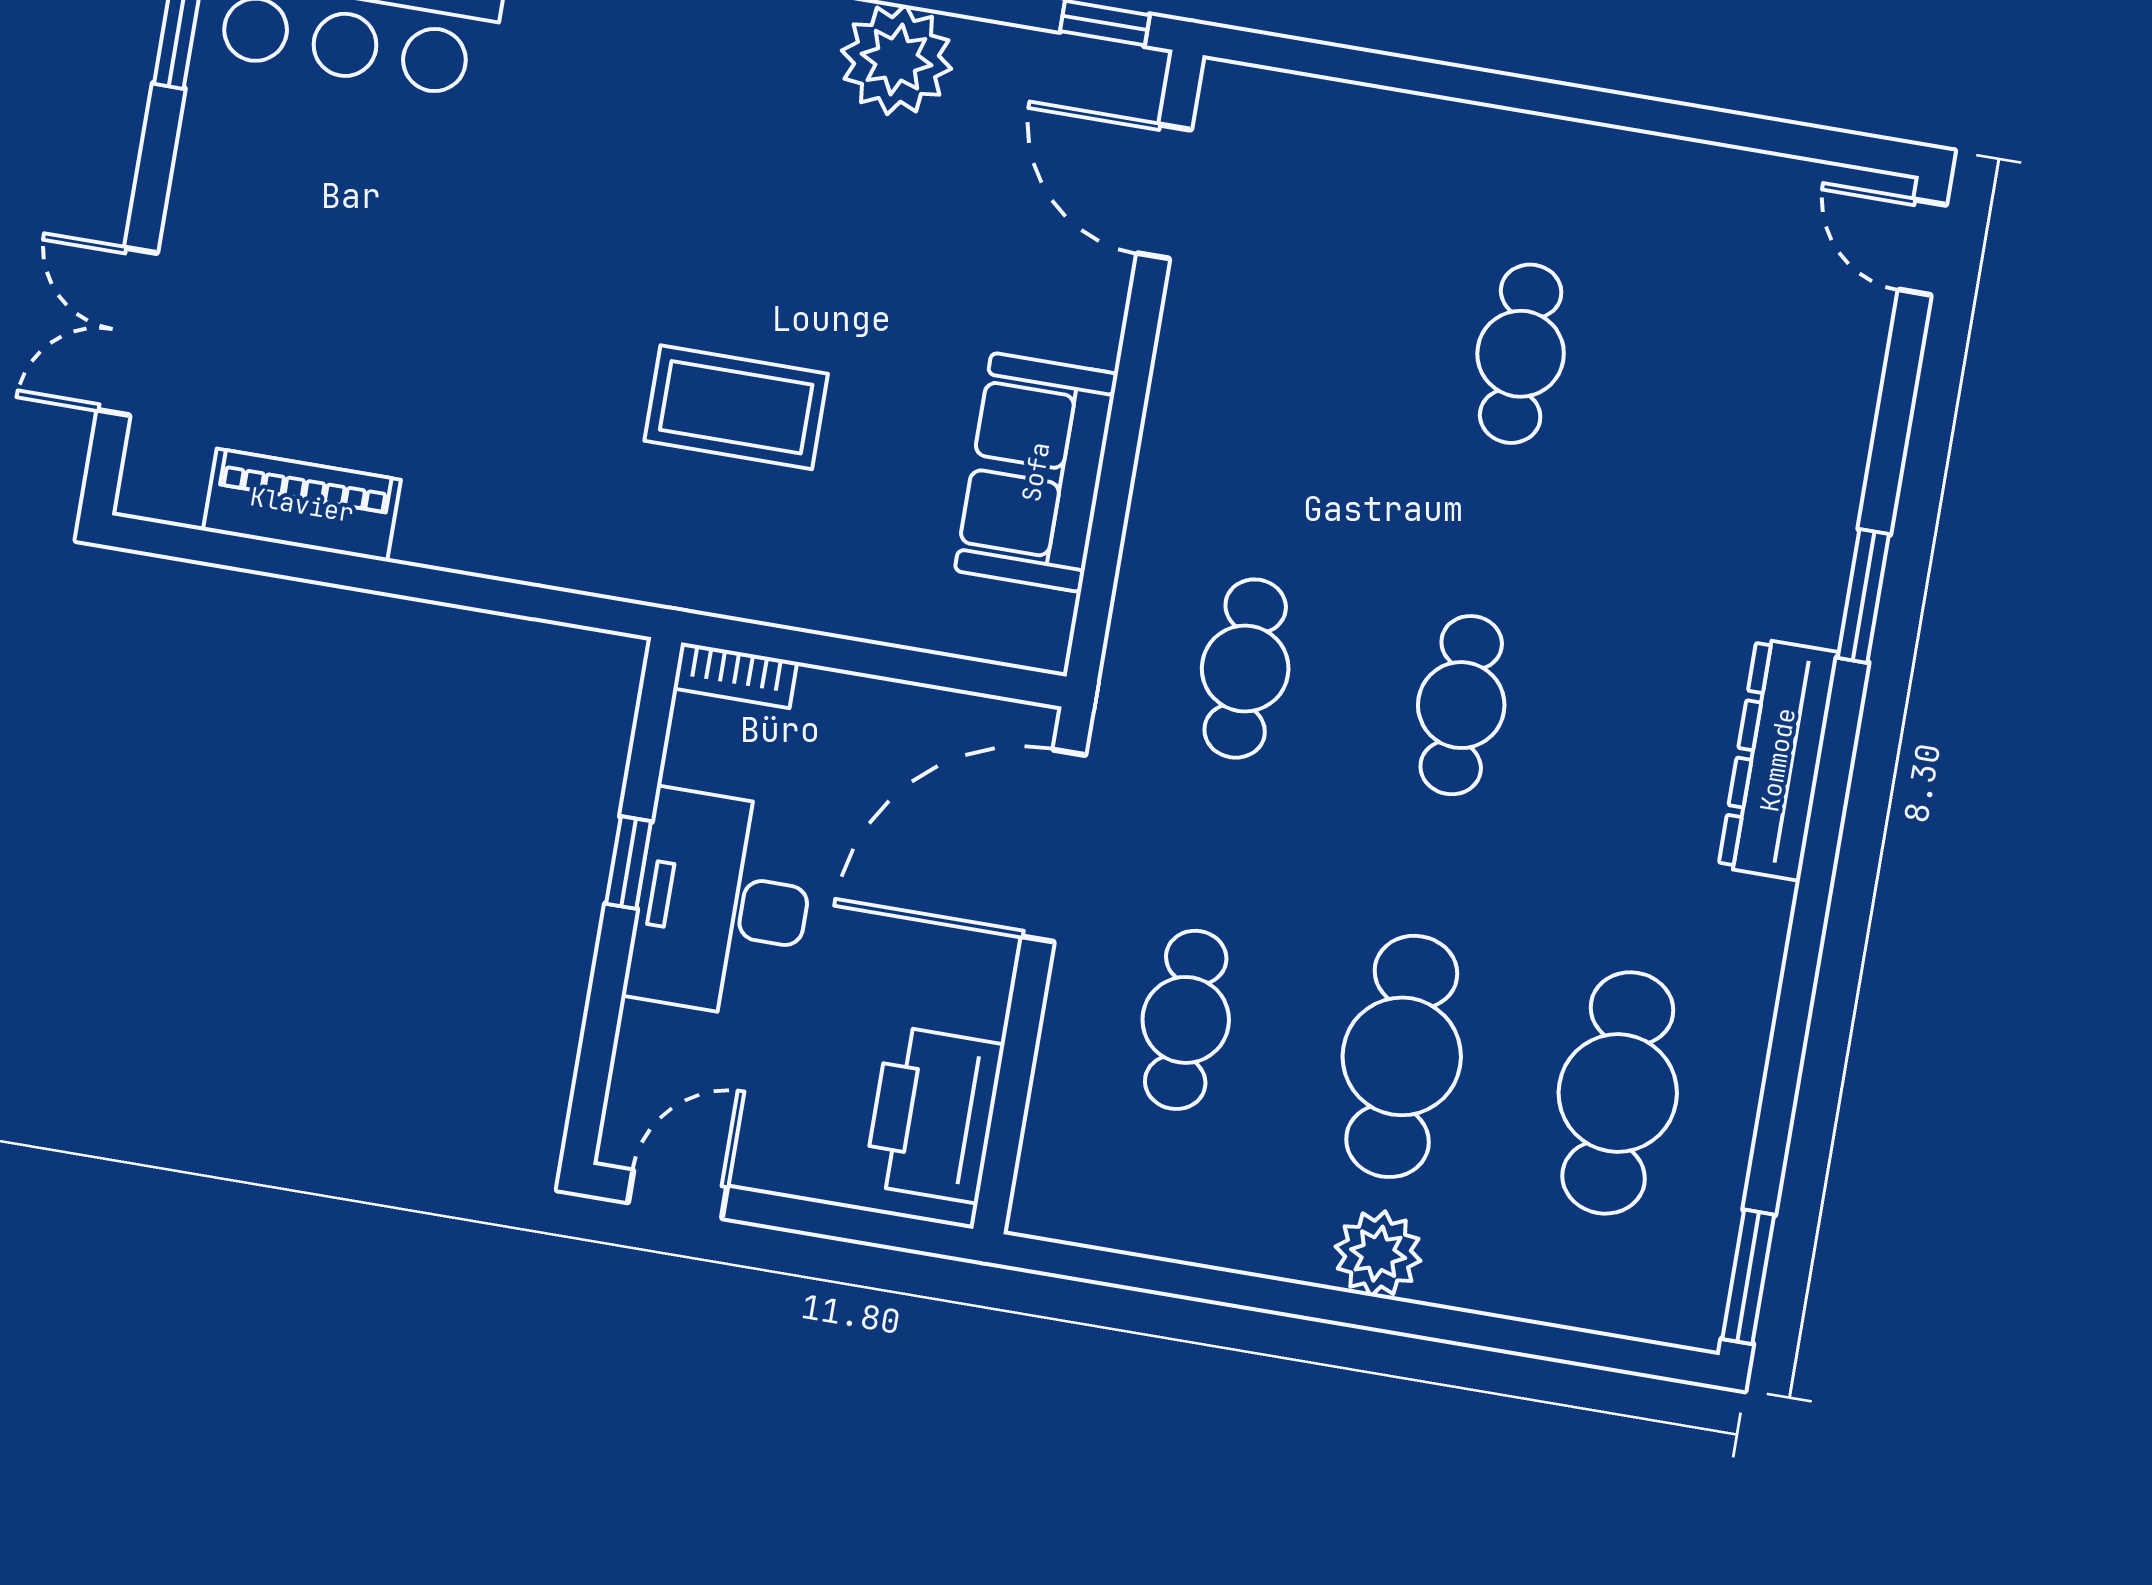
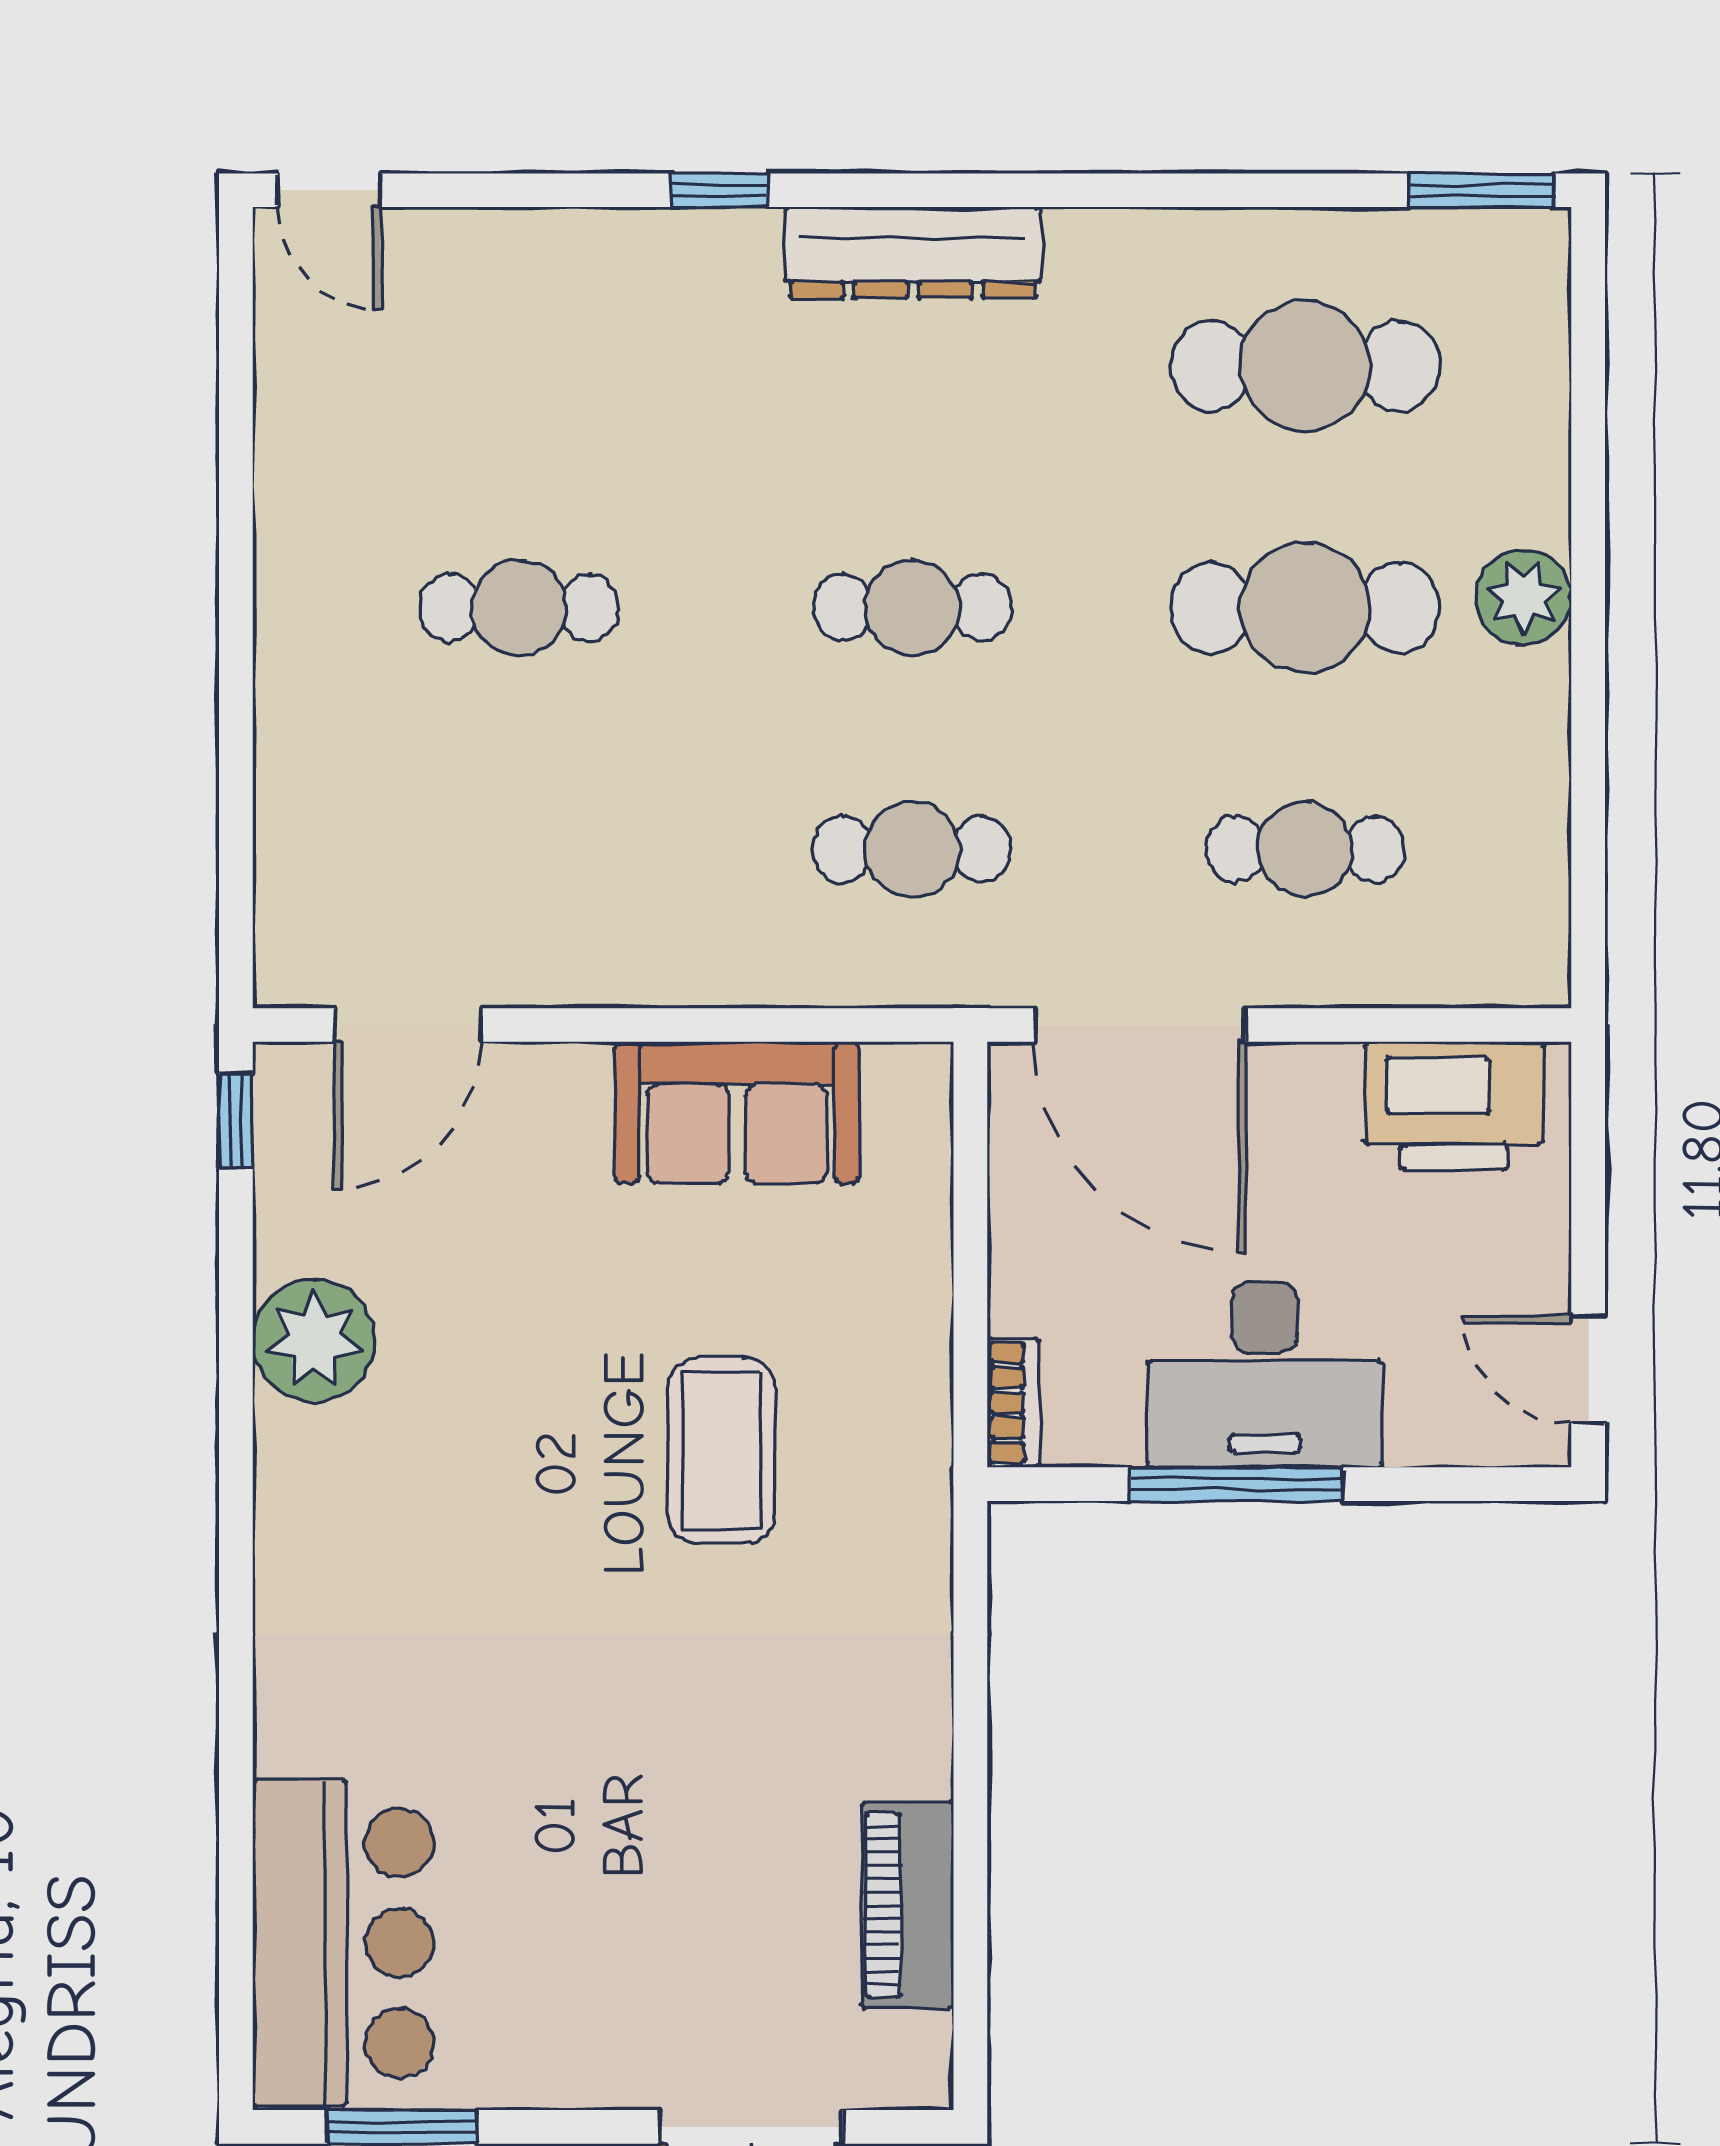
door: (1922, 247) -> (329, 190), hinge flipped
window: (1863, 596) -> (719, 190), width x0.67
window: (629, 863) -> (1236, 1484), width x2.17

